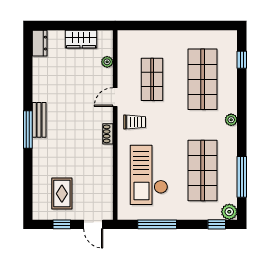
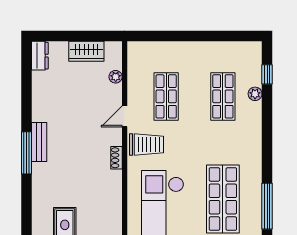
shop shelf: (203, 79) -> (223, 96), width x0.70, depth x0.74
plant: (231, 120) -> (255, 94), moved
trolley: (135, 122) -> (146, 144), width x1.36, depth x1.39

